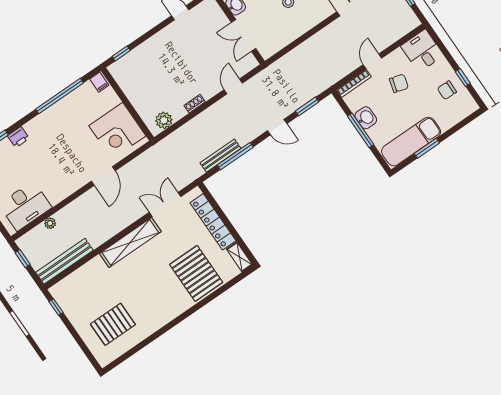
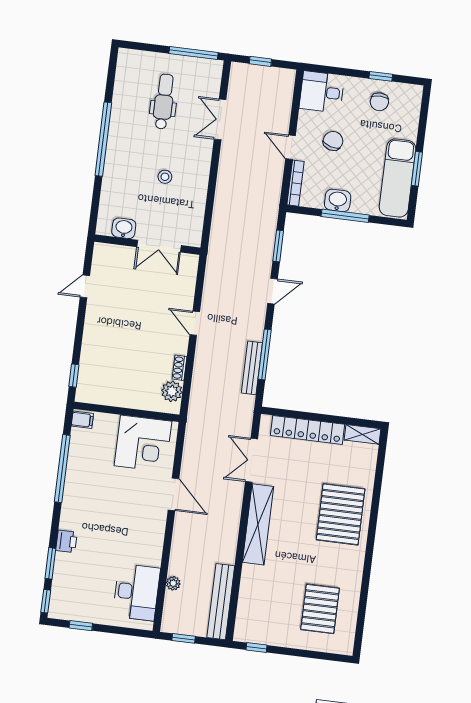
door: (233, 86) -> (195, 323), moved
shoe rack: (195, 104) -> (180, 368), moved
pallet: (196, 273) -> (341, 514), moved, turned 90

